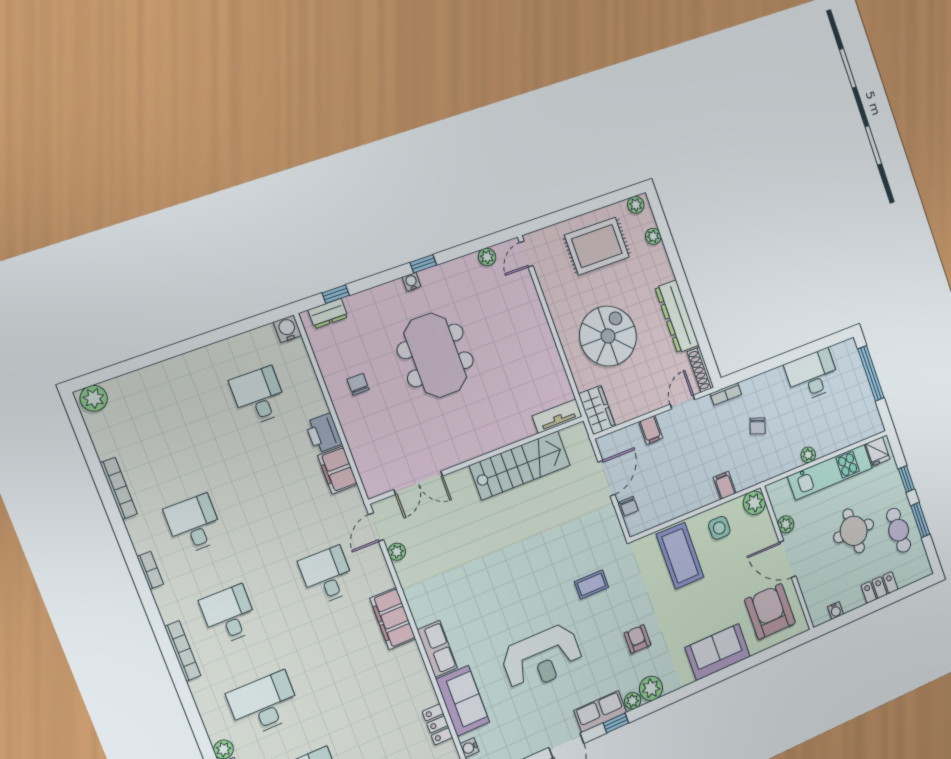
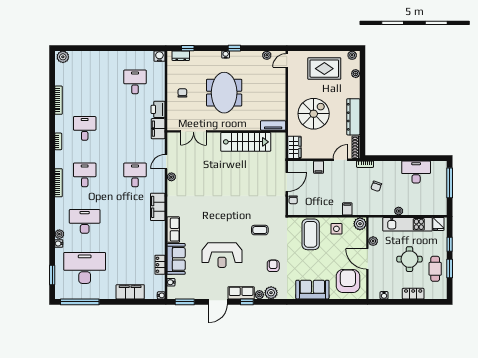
tv unit: (557, 416) -> (273, 125), moved
wall: (478, 459) -> (226, 131), moved
stairs: (520, 465) -> (246, 142), moved
double door: (418, 483) -> (193, 131), moved

